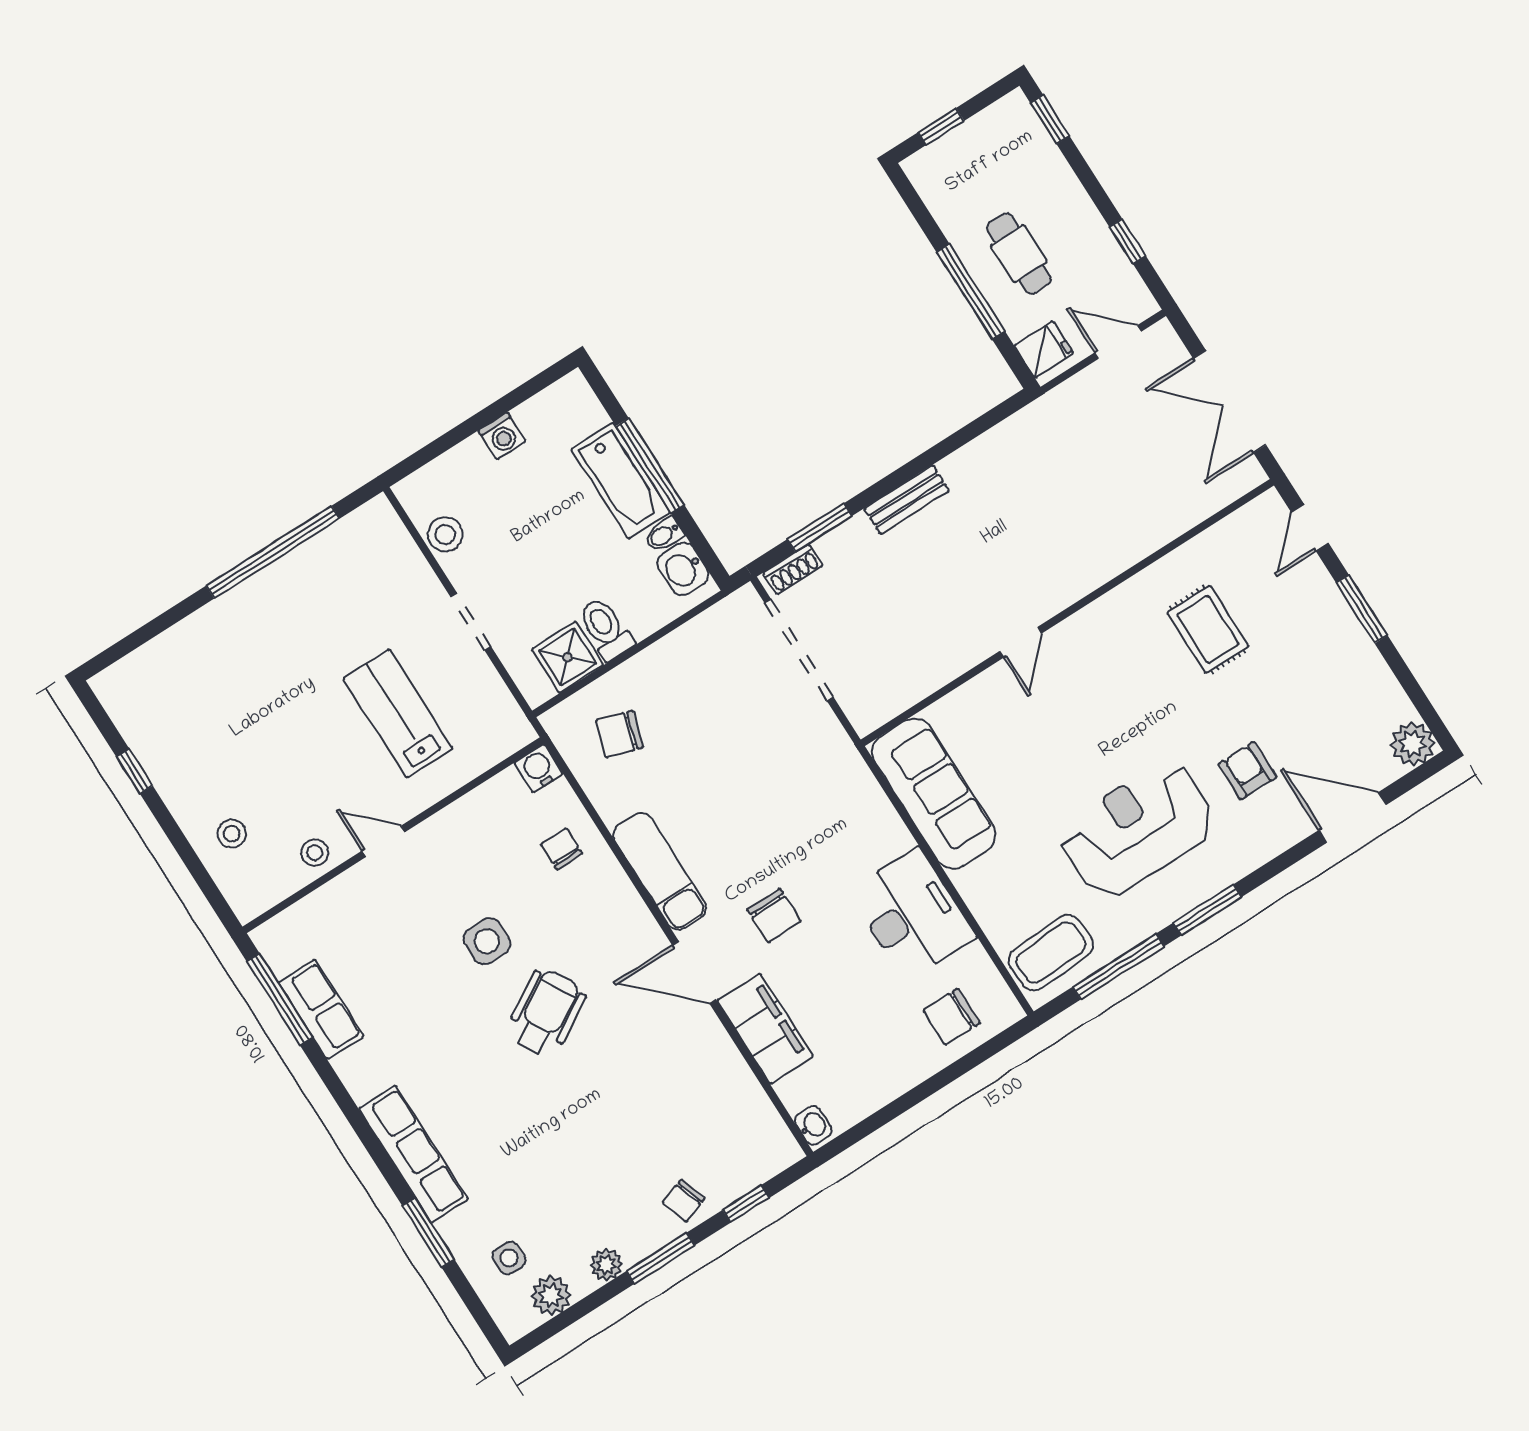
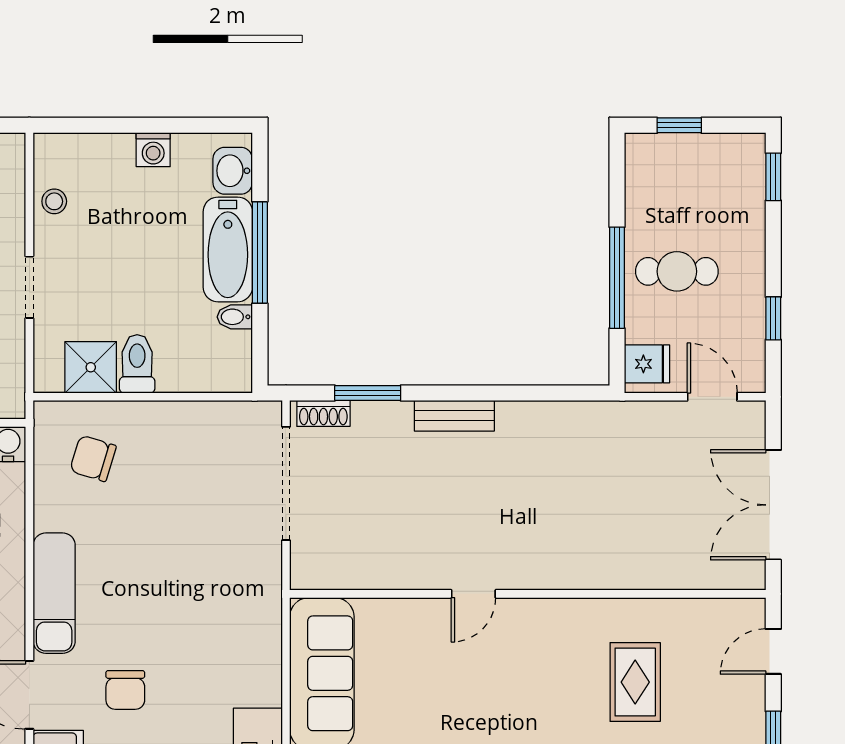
cafe table: (1019, 254) -> (677, 271), turned 90
stool: (445, 534) -> (54, 201), width x0.73, depth x0.73
washbasin: (683, 569) -> (233, 171), moved

